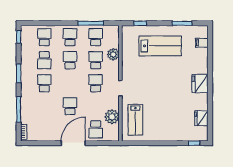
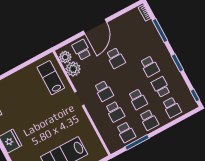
plant: (113, 54) -> (65, 57), moved

